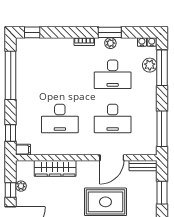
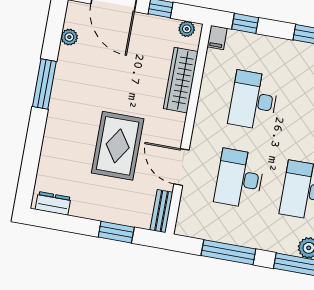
window: (162, 129) -> (228, 252), moved
plant: (21, 186) -> (187, 29), moved

